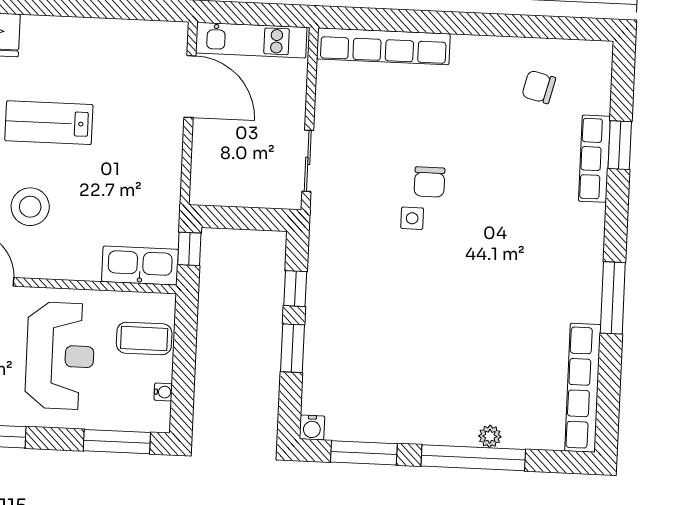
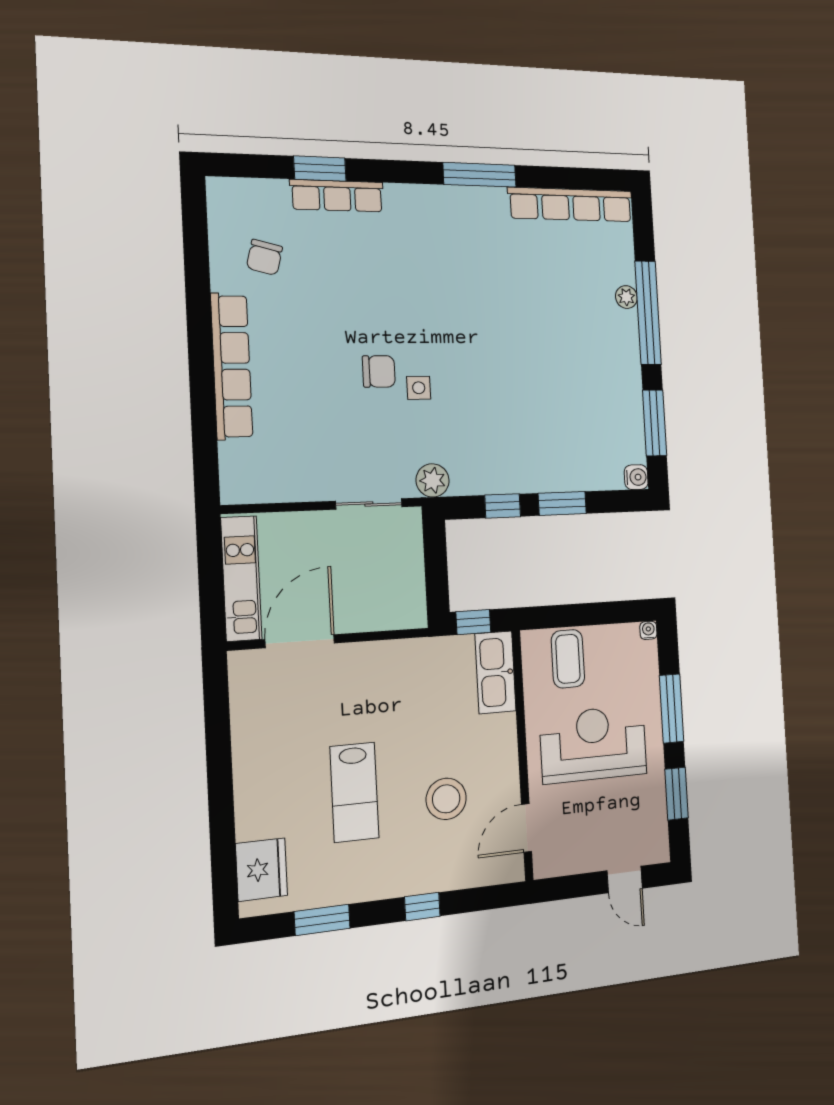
row of seats: (383, 46) -> (232, 366), moved
plant: (325, 223) -> (433, 480), added
water cooler: (163, 392) -> (648, 630), moved
window: (117, 442) -> (671, 708), moved

